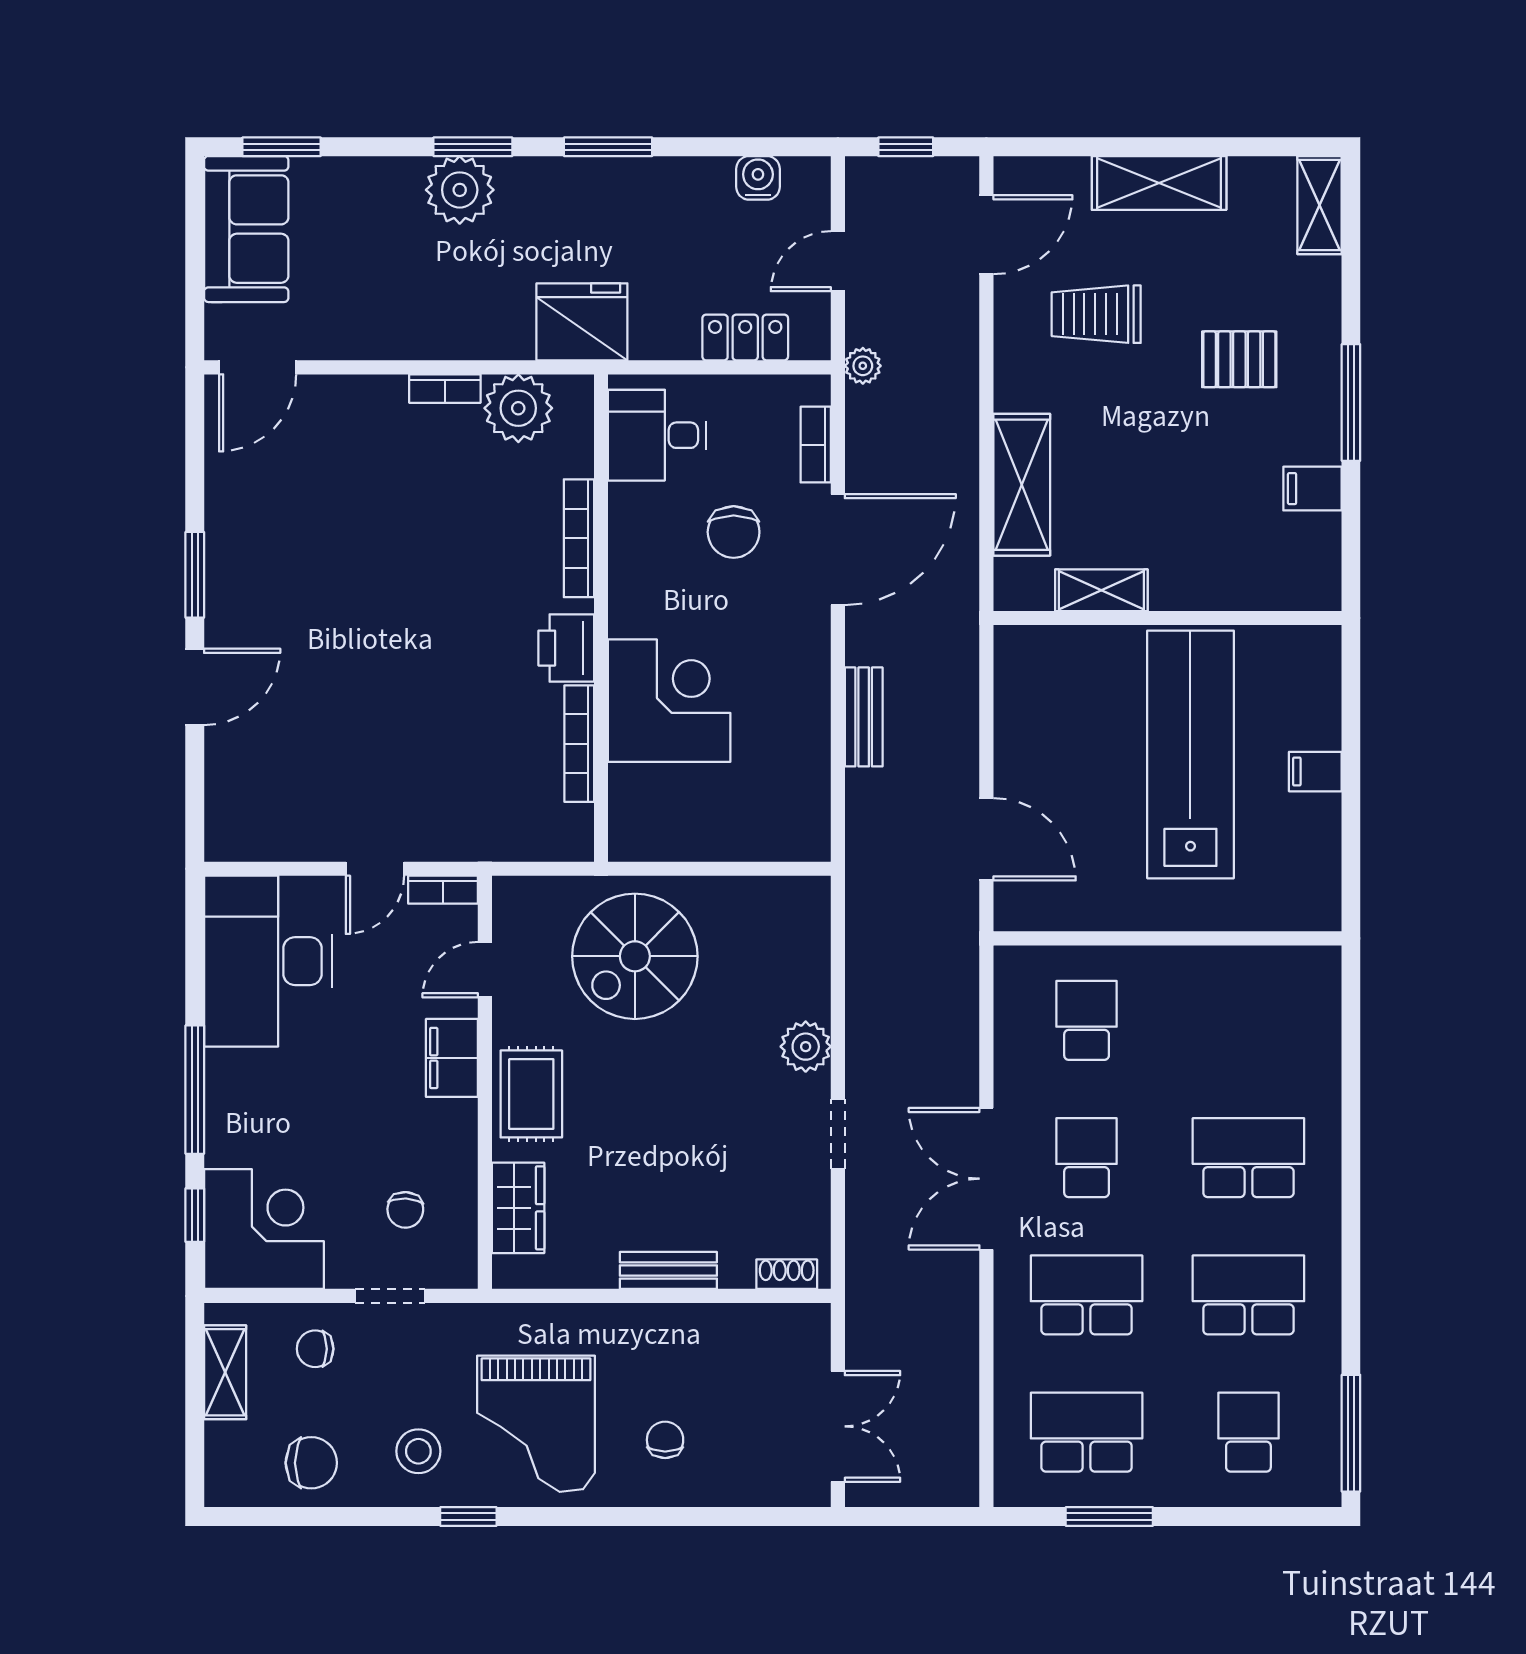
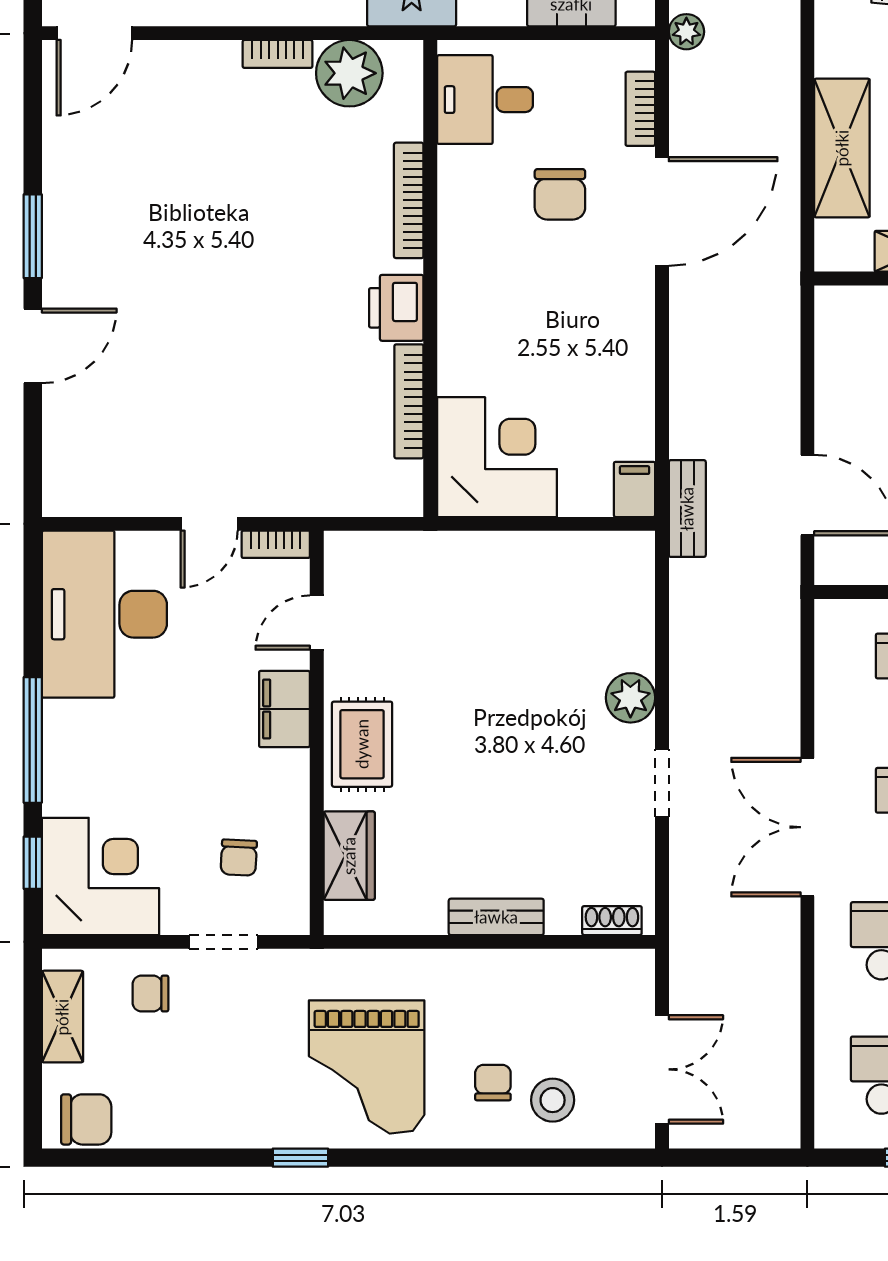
corner desk: (669, 701) -> (497, 457), moved
bench: (864, 717) -> (687, 509), moved
filing cabinet: (810, 834) -> (634, 489), added
spiral stairs: (635, 956) -> (463, 610), removed
stool: (418, 1451) -> (553, 1100), moved
chair: (311, 1463) -> (86, 1119), moved

